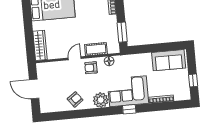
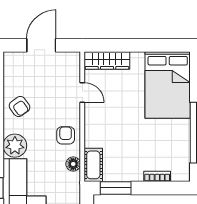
cot: (96, 49) -> (93, 165), moved
door: (75, 58) -> (82, 92), moved

